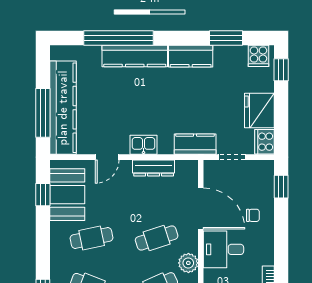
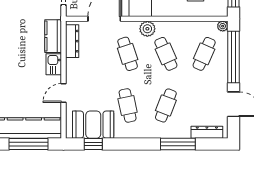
kitchen counter: (195, 144) -> (53, 36), moved
door: (107, 157) -> (64, 93), swing flipped
dresser: (154, 168) -> (72, 41), moved

